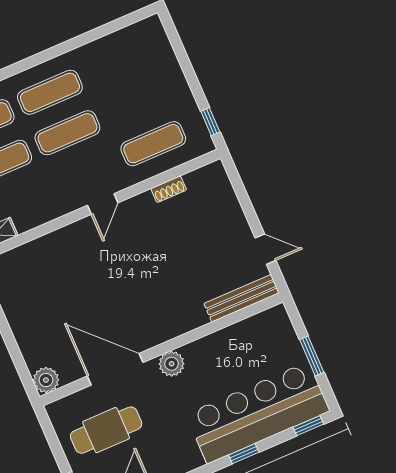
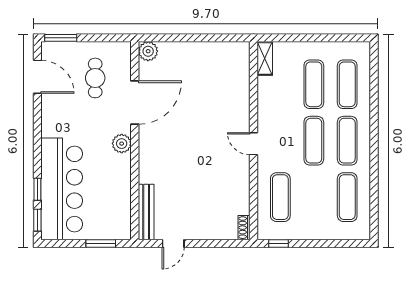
exercise mat: (118, 63) -> (347, 197), added
shoe rack: (169, 189) -> (244, 228), moved
window: (312, 356) -> (101, 243), moved
cafe table: (106, 430) -> (95, 78), width x0.73, depth x0.74
window: (244, 454) -> (37, 189), moved

